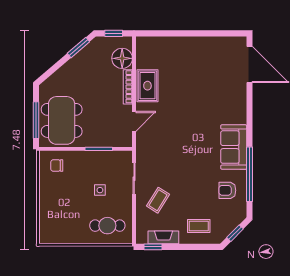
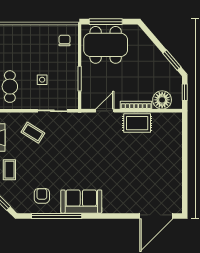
door: (134, 121) -> (105, 111), swing flipped

